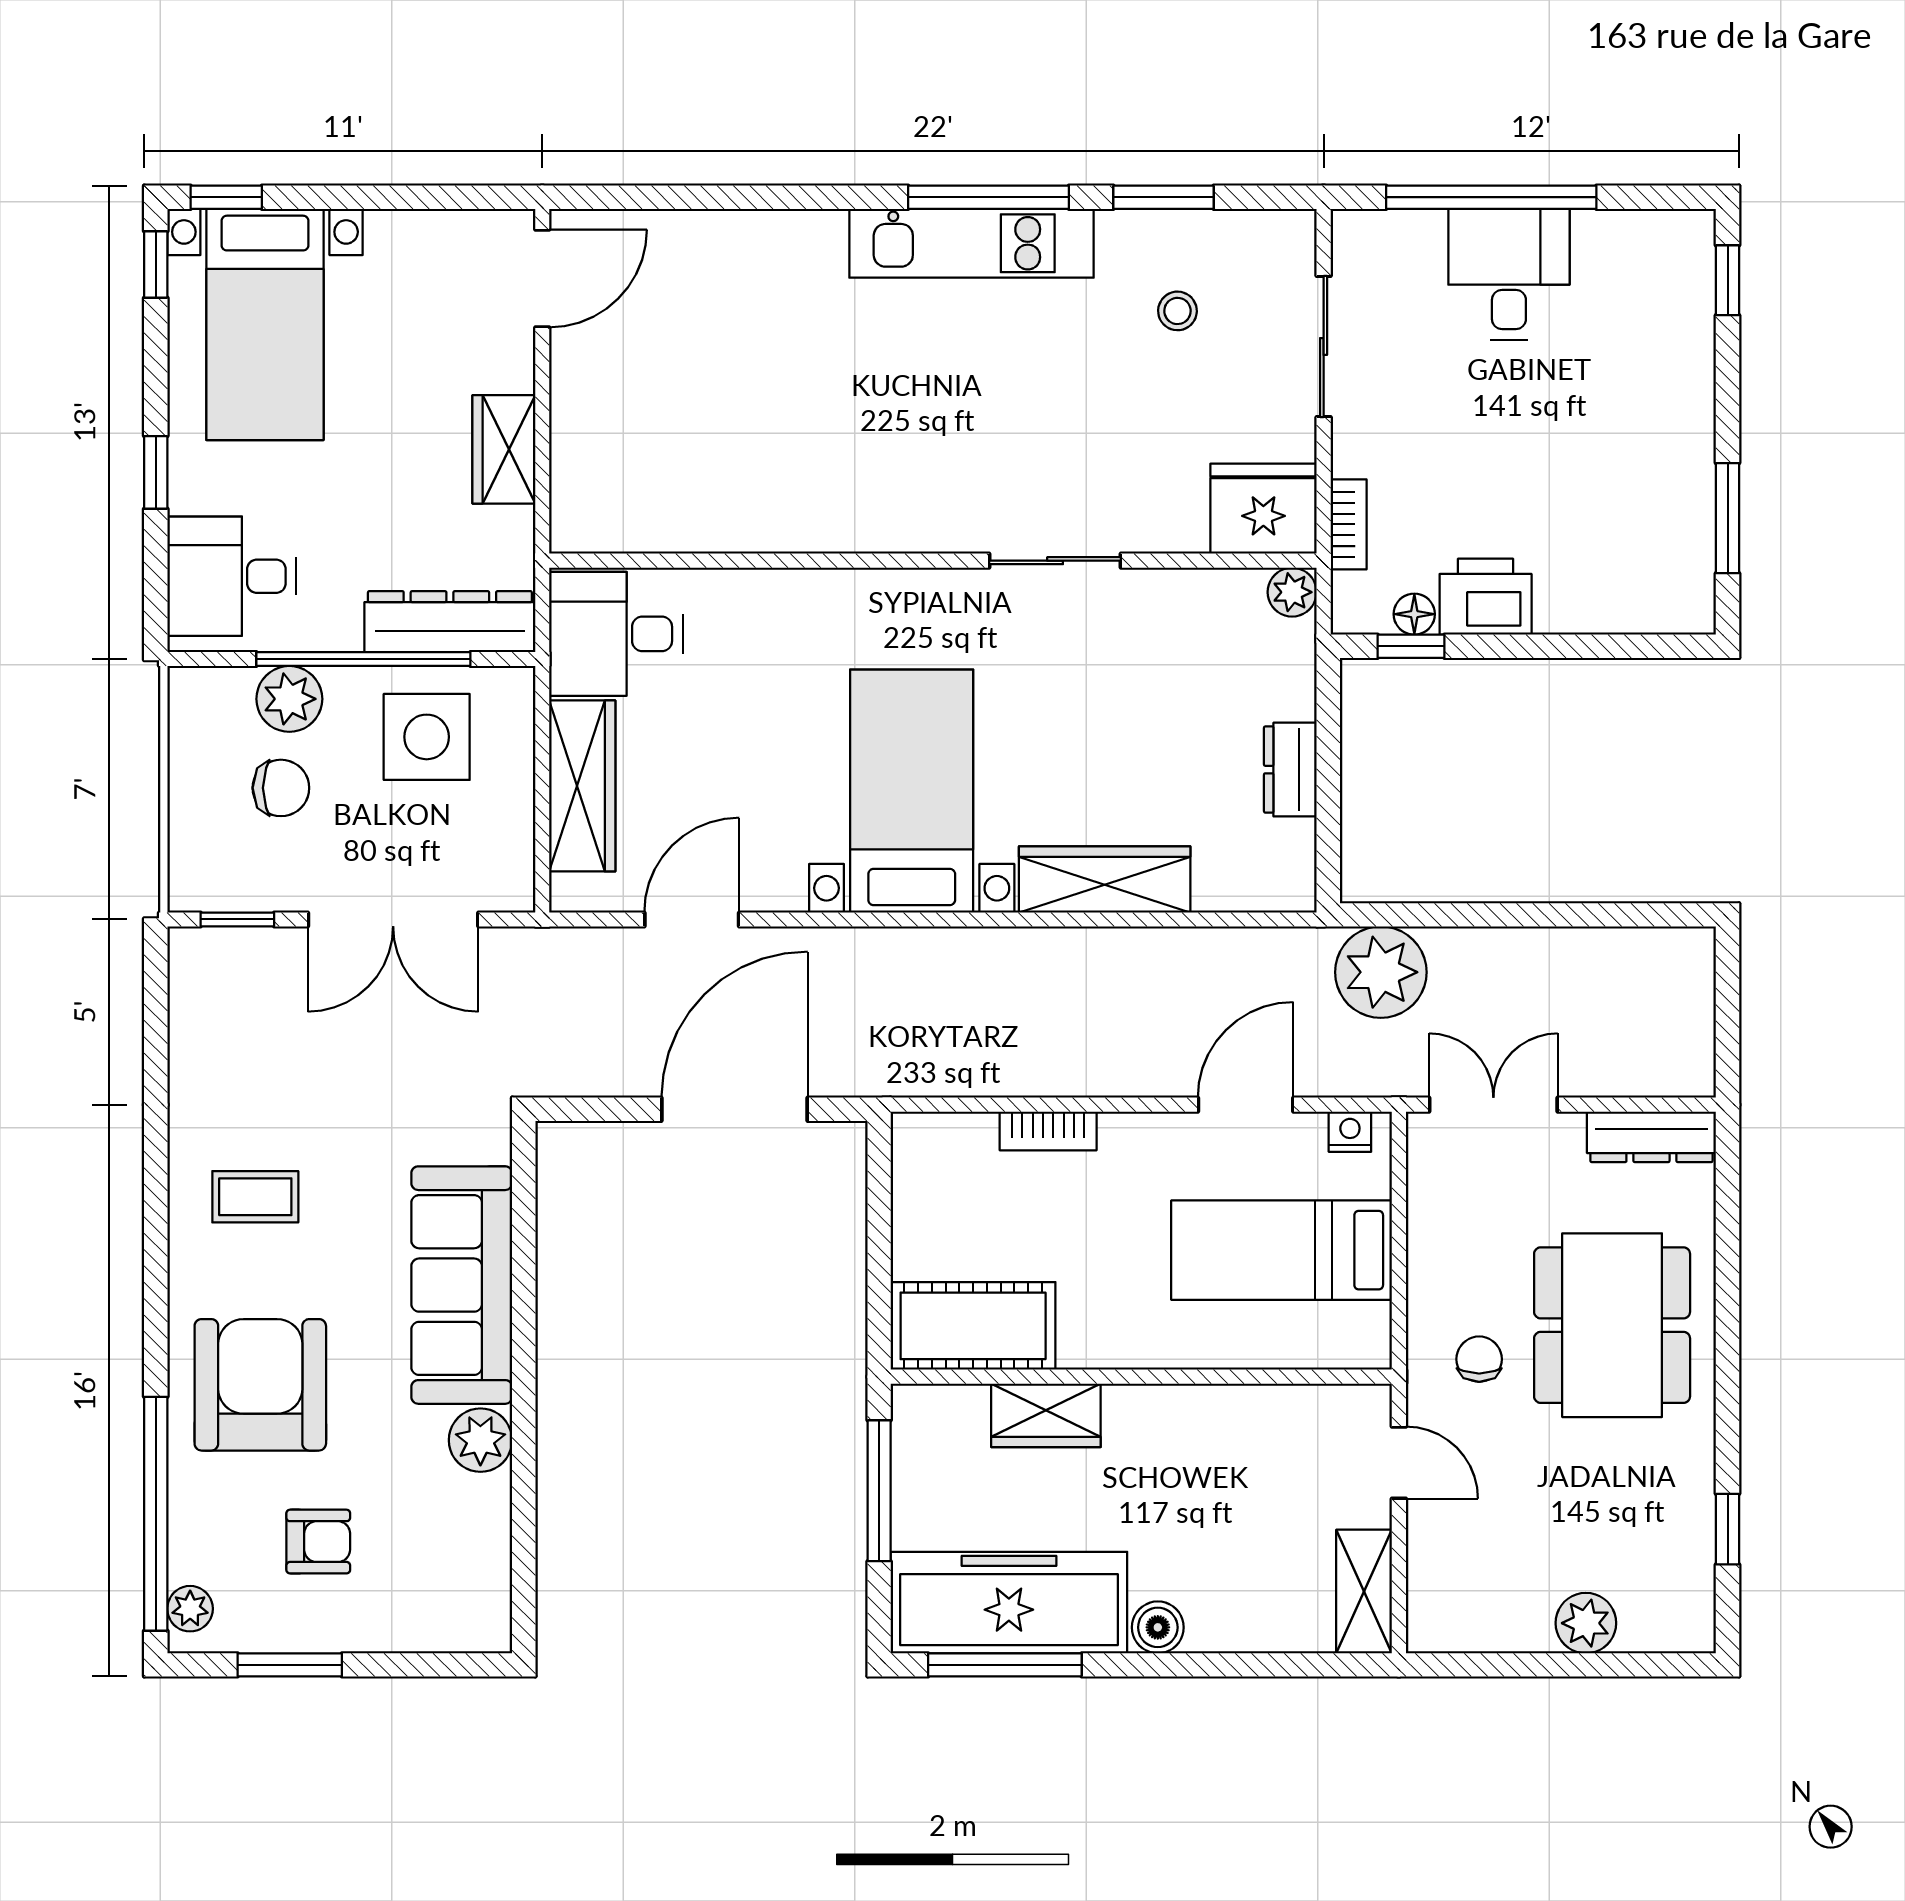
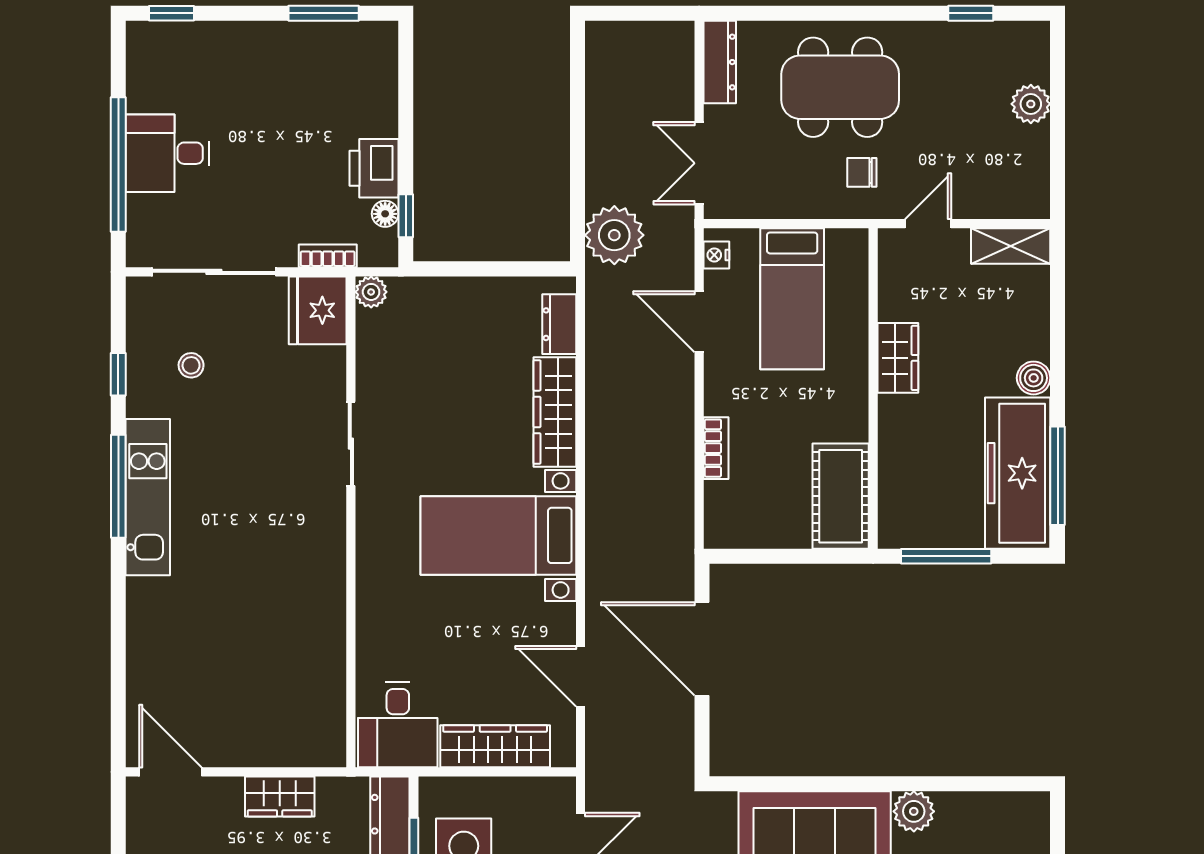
window: (1164, 197) -> (118, 374), width x0.67
sliding door: (1324, 347) -> (214, 272), width x1.37
dresser: (1290, 770) -> (559, 324), moved, turned 90
wardrobe: (1046, 1415) -> (898, 358), moved

